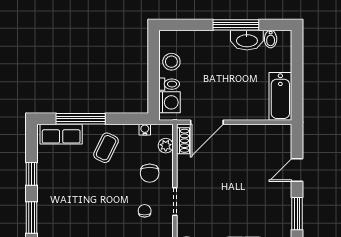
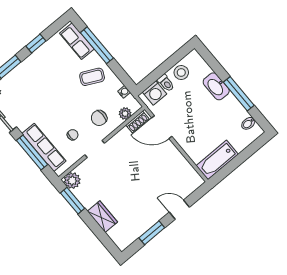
washbasin: (247, 40) -> (216, 86), moved

